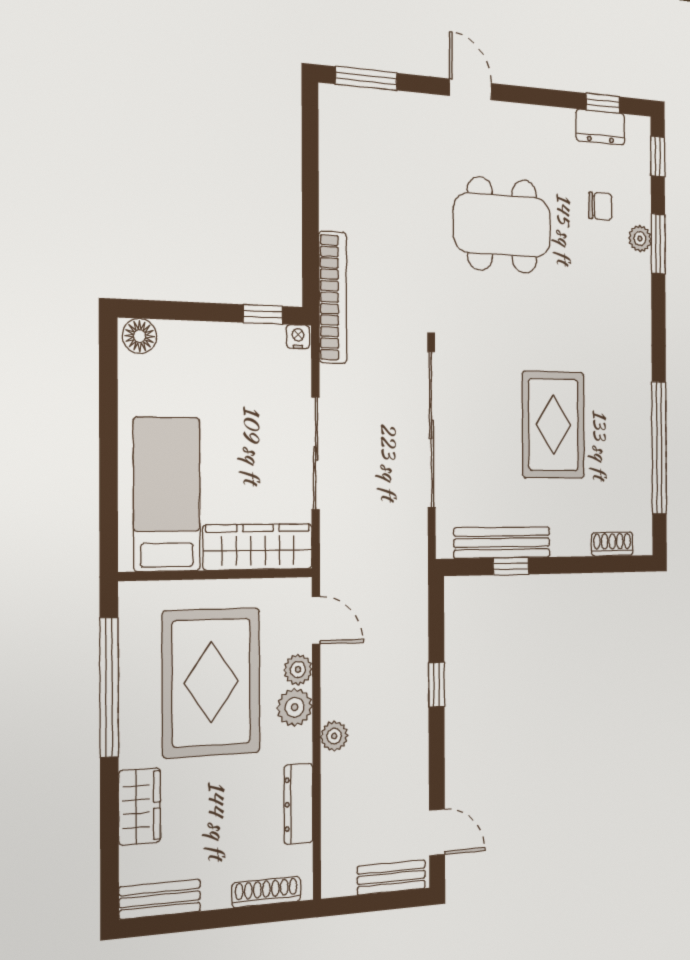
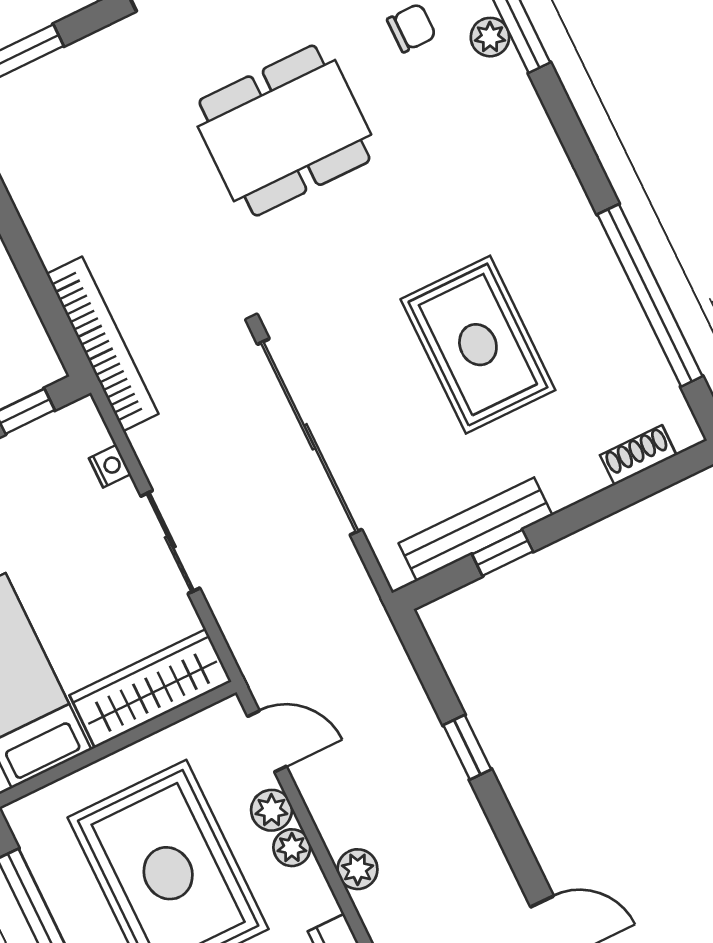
nightstand: (298, 337) -> (110, 466), moved, turned 90
sliding door: (316, 453) -> (170, 542), width x0.73
plant: (295, 707) -> (292, 848), width x0.73, depth x0.73

